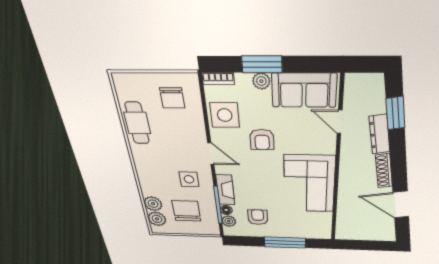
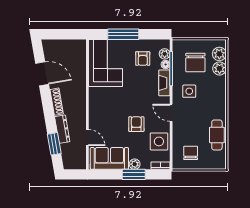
corner sofa: (309, 184) -> (105, 63), moved

